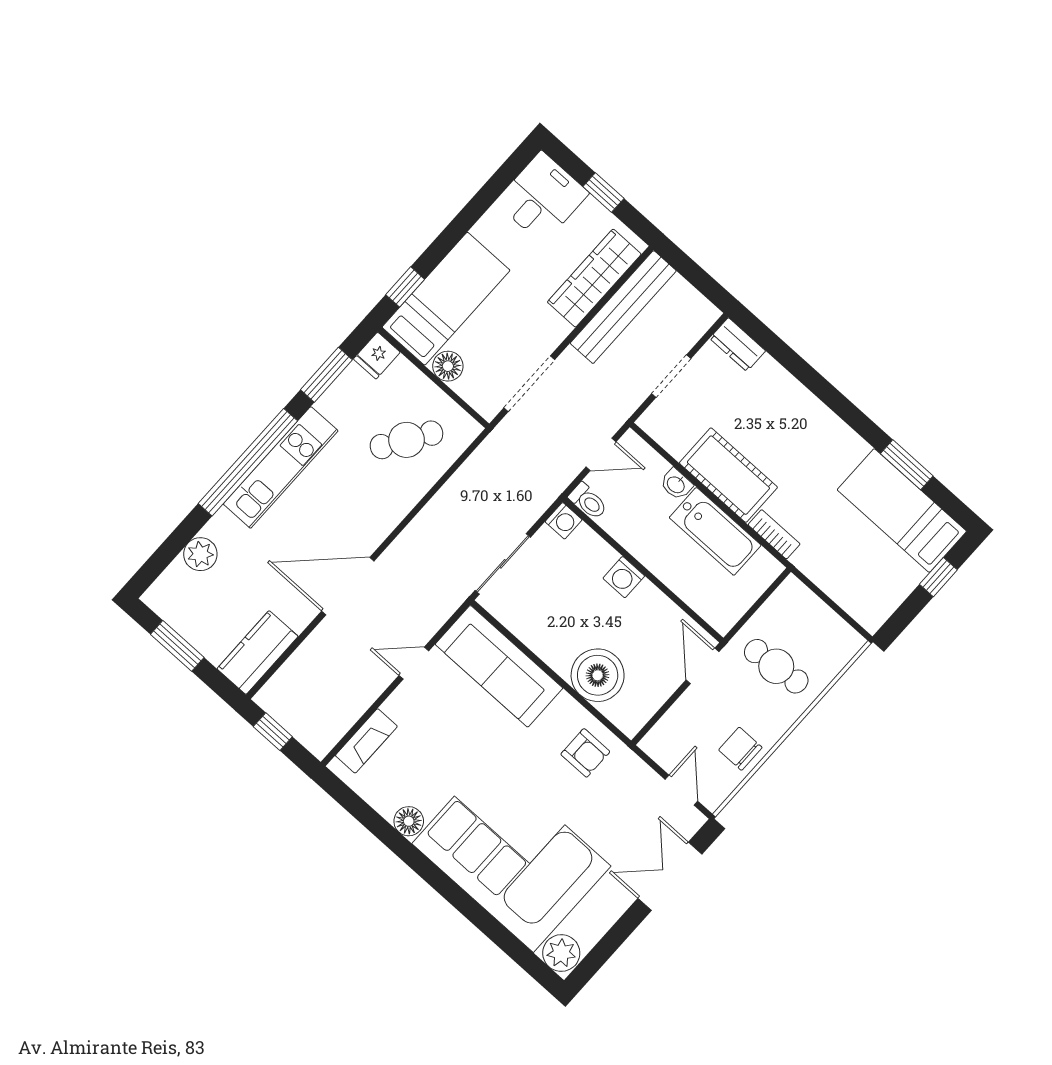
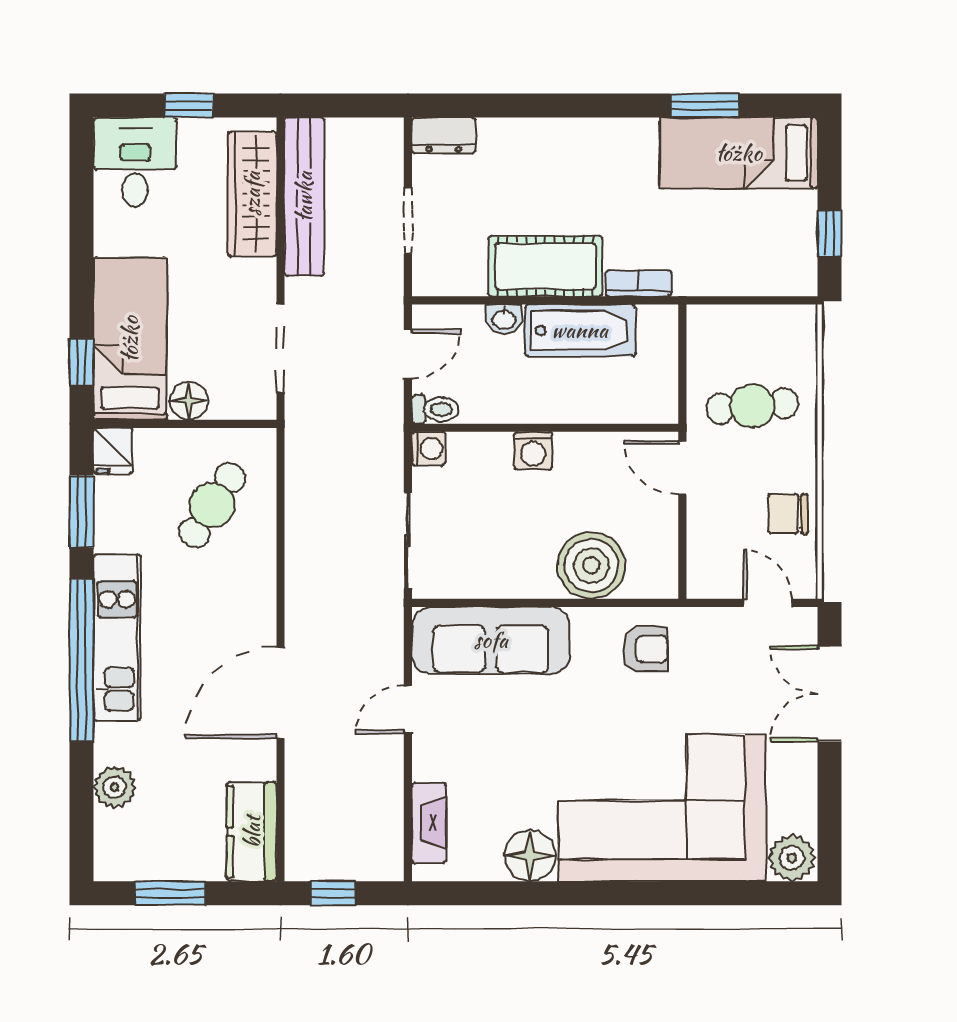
window: (938, 577) -> (830, 233), moved
floor lamp: (409, 821) -> (530, 856), width x1.38, depth x1.38

